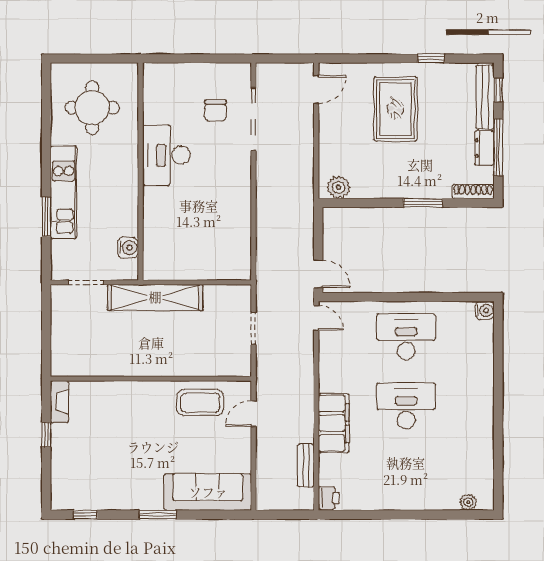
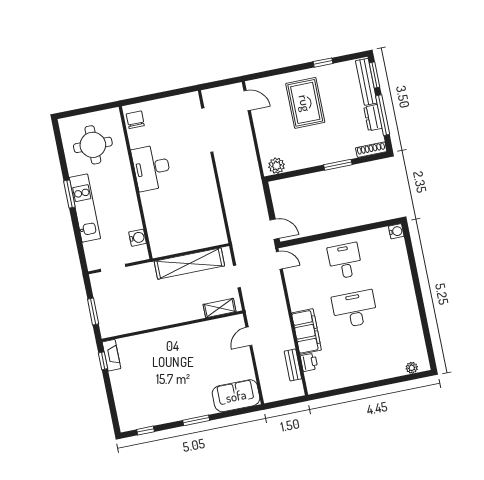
door: (316, 90) -> (247, 100), hinge flipped
window: (498, 90) -> (375, 75), width x1.50
chair: (215, 111) -> (135, 120), moved, turned 180
window: (46, 217) -> (69, 194), moved
shelving: (155, 297) -> (189, 264), moved
window: (46, 337) -> (93, 311), added
desk: (406, 337) -> (345, 261), width x0.73
shelving: (221, 367) -> (220, 308), added
coffee table: (200, 403) -> (210, 336), removed
window: (46, 435) -> (103, 361), moved
sofa: (208, 492) -> (236, 396), width x0.73
printer: (329, 498) -> (309, 362), moved

